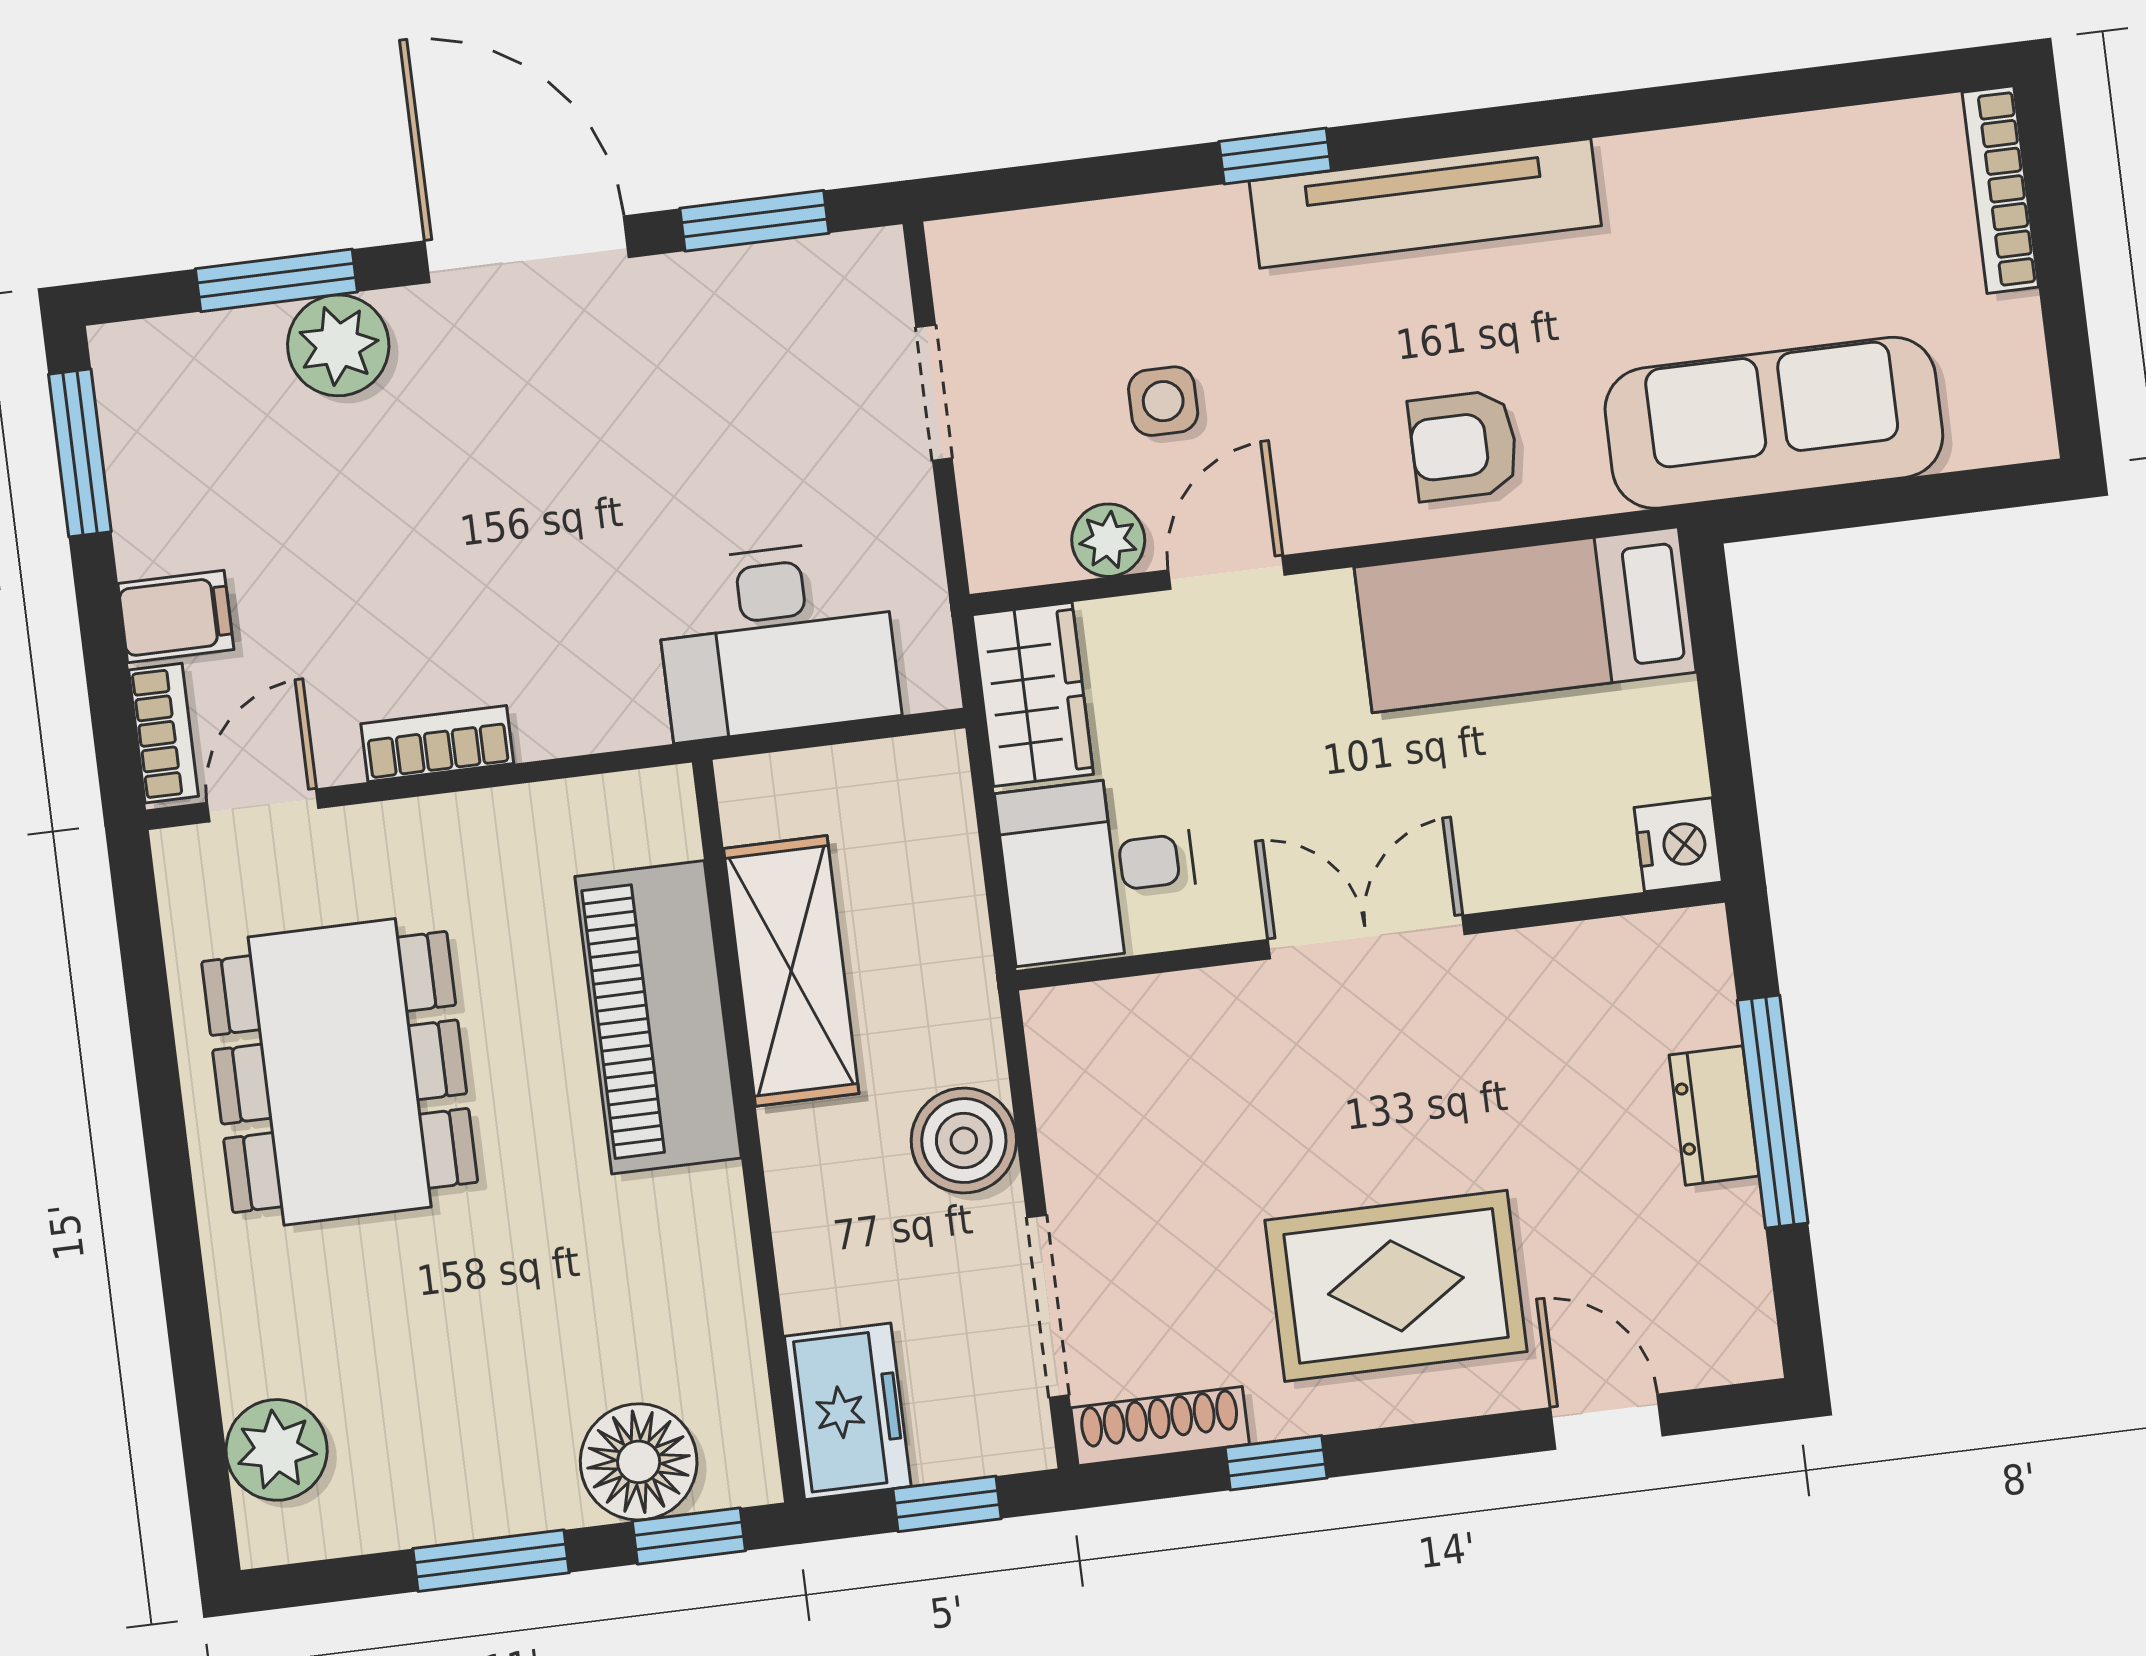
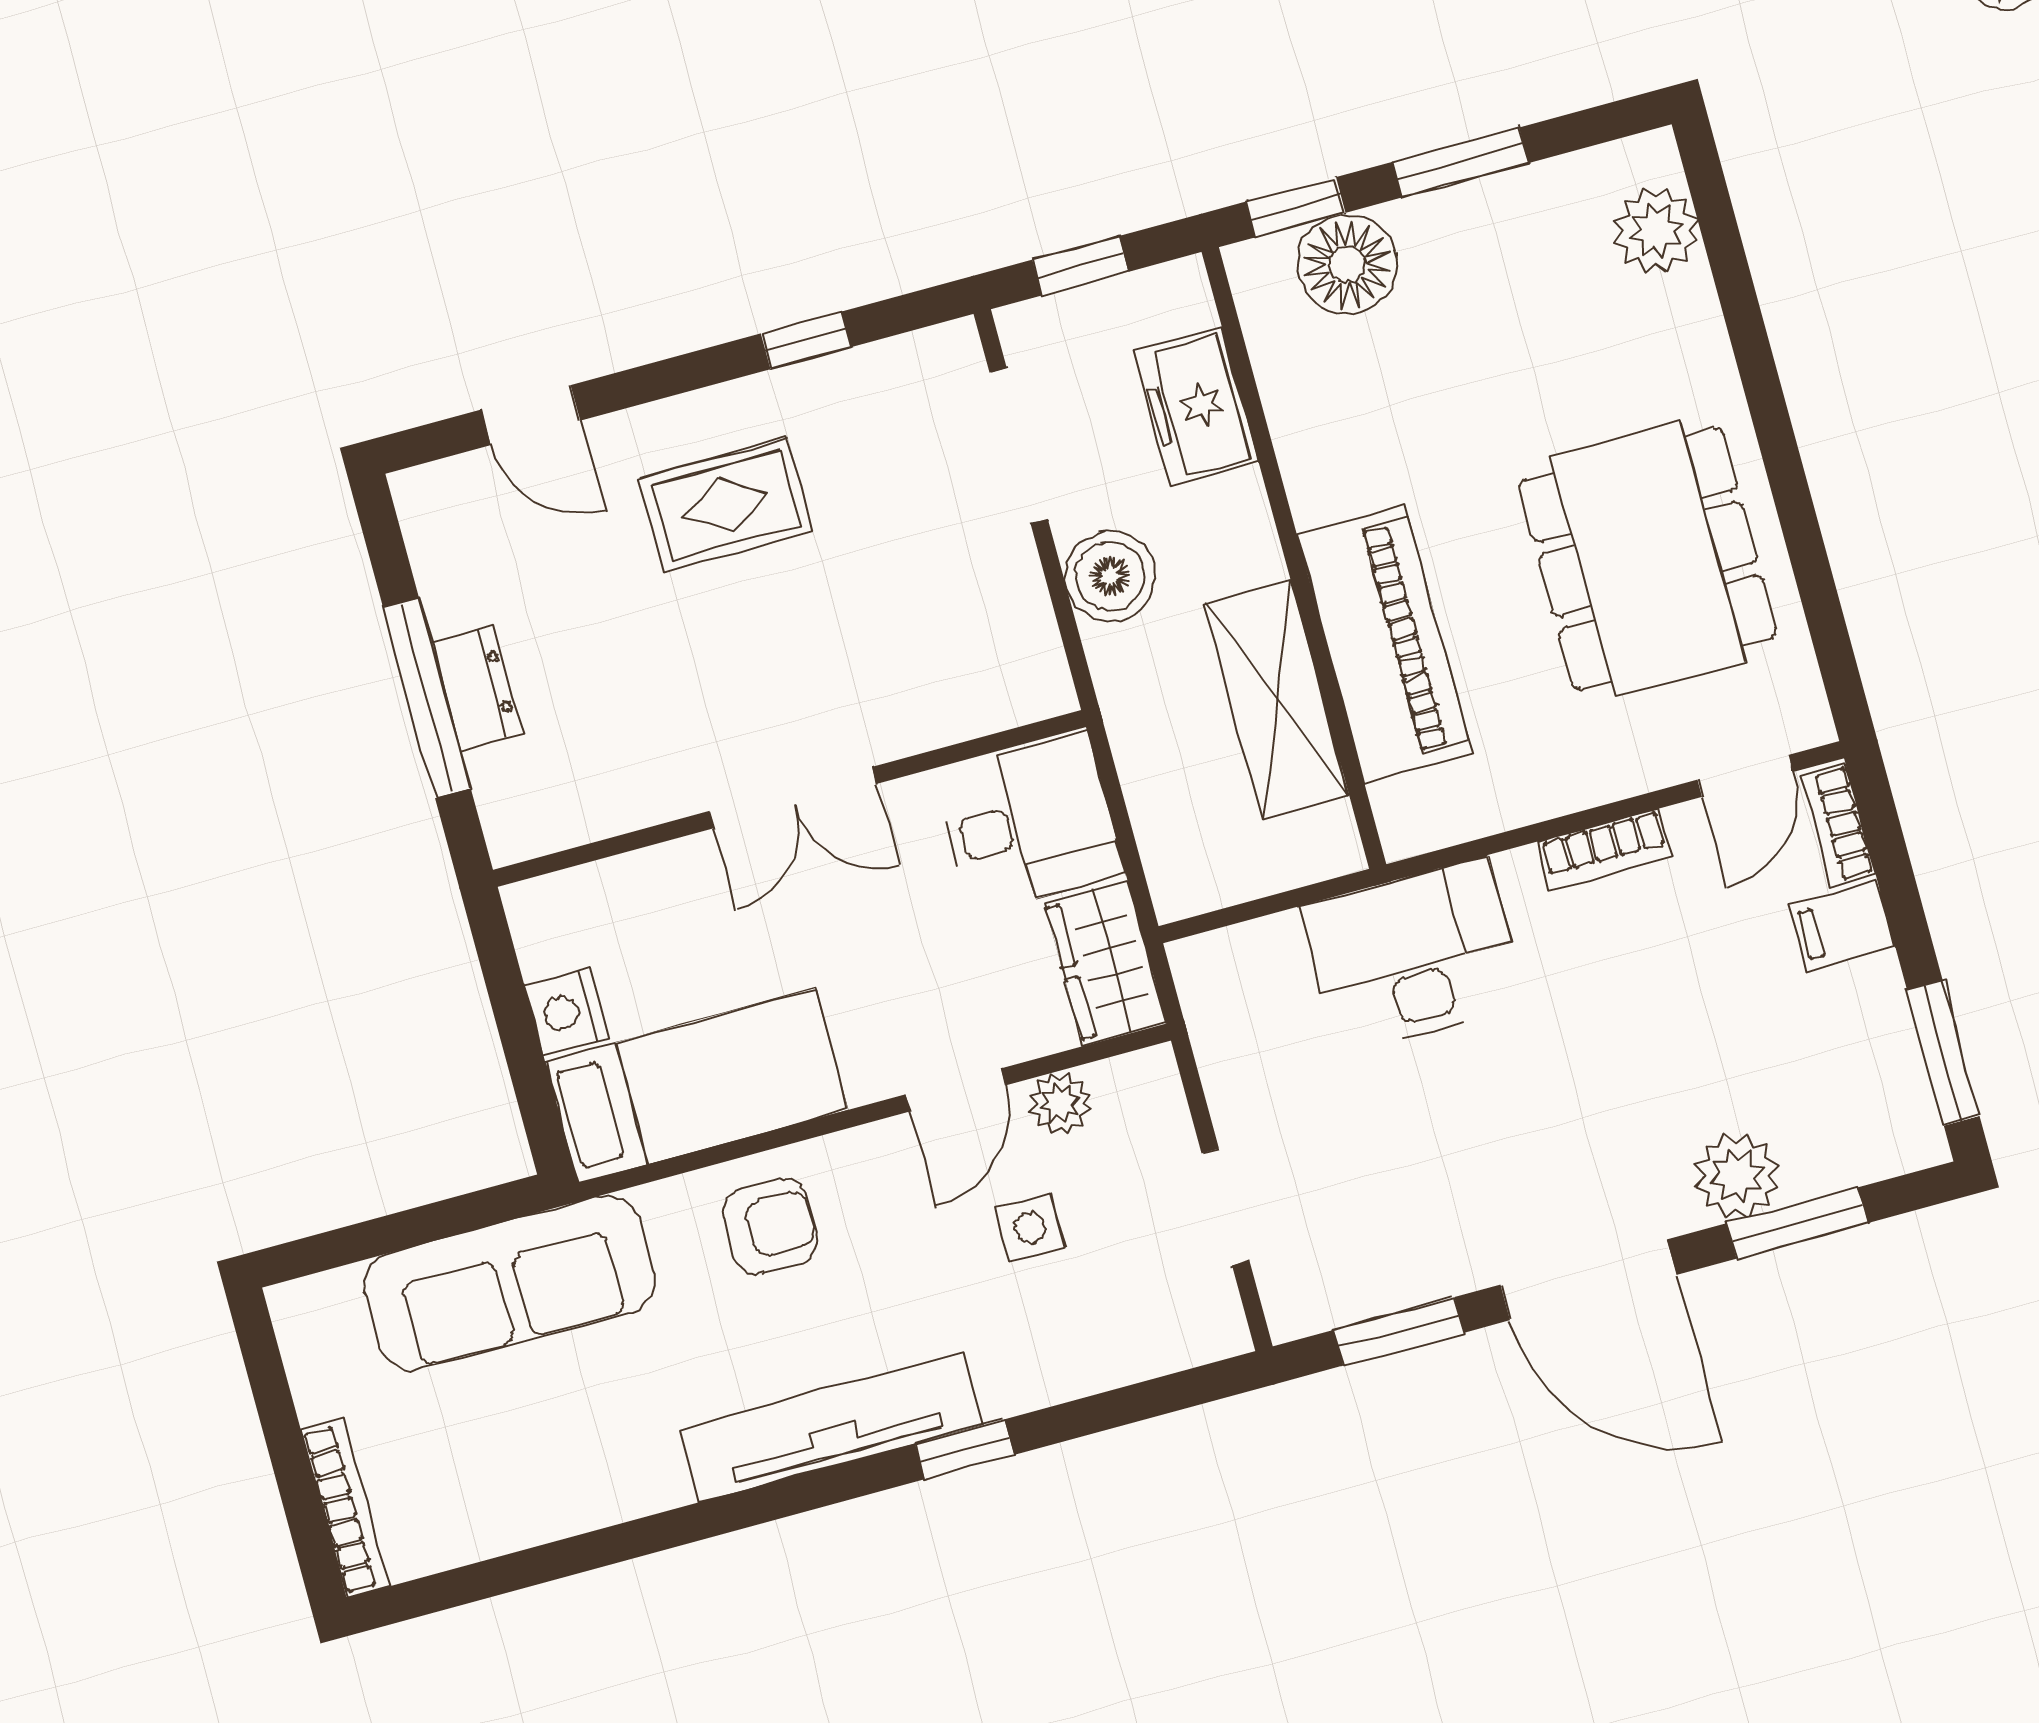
desk: (777, 640) -> (1413, 956), moved
nightstand: (1678, 845) -> (566, 1012), moved
rug: (1396, 1286) -> (726, 505), width x0.73, depth x0.70
freezer: (848, 1411) -> (1196, 407), moved
shoe rack: (1160, 1426) -> (909, 358), removed

